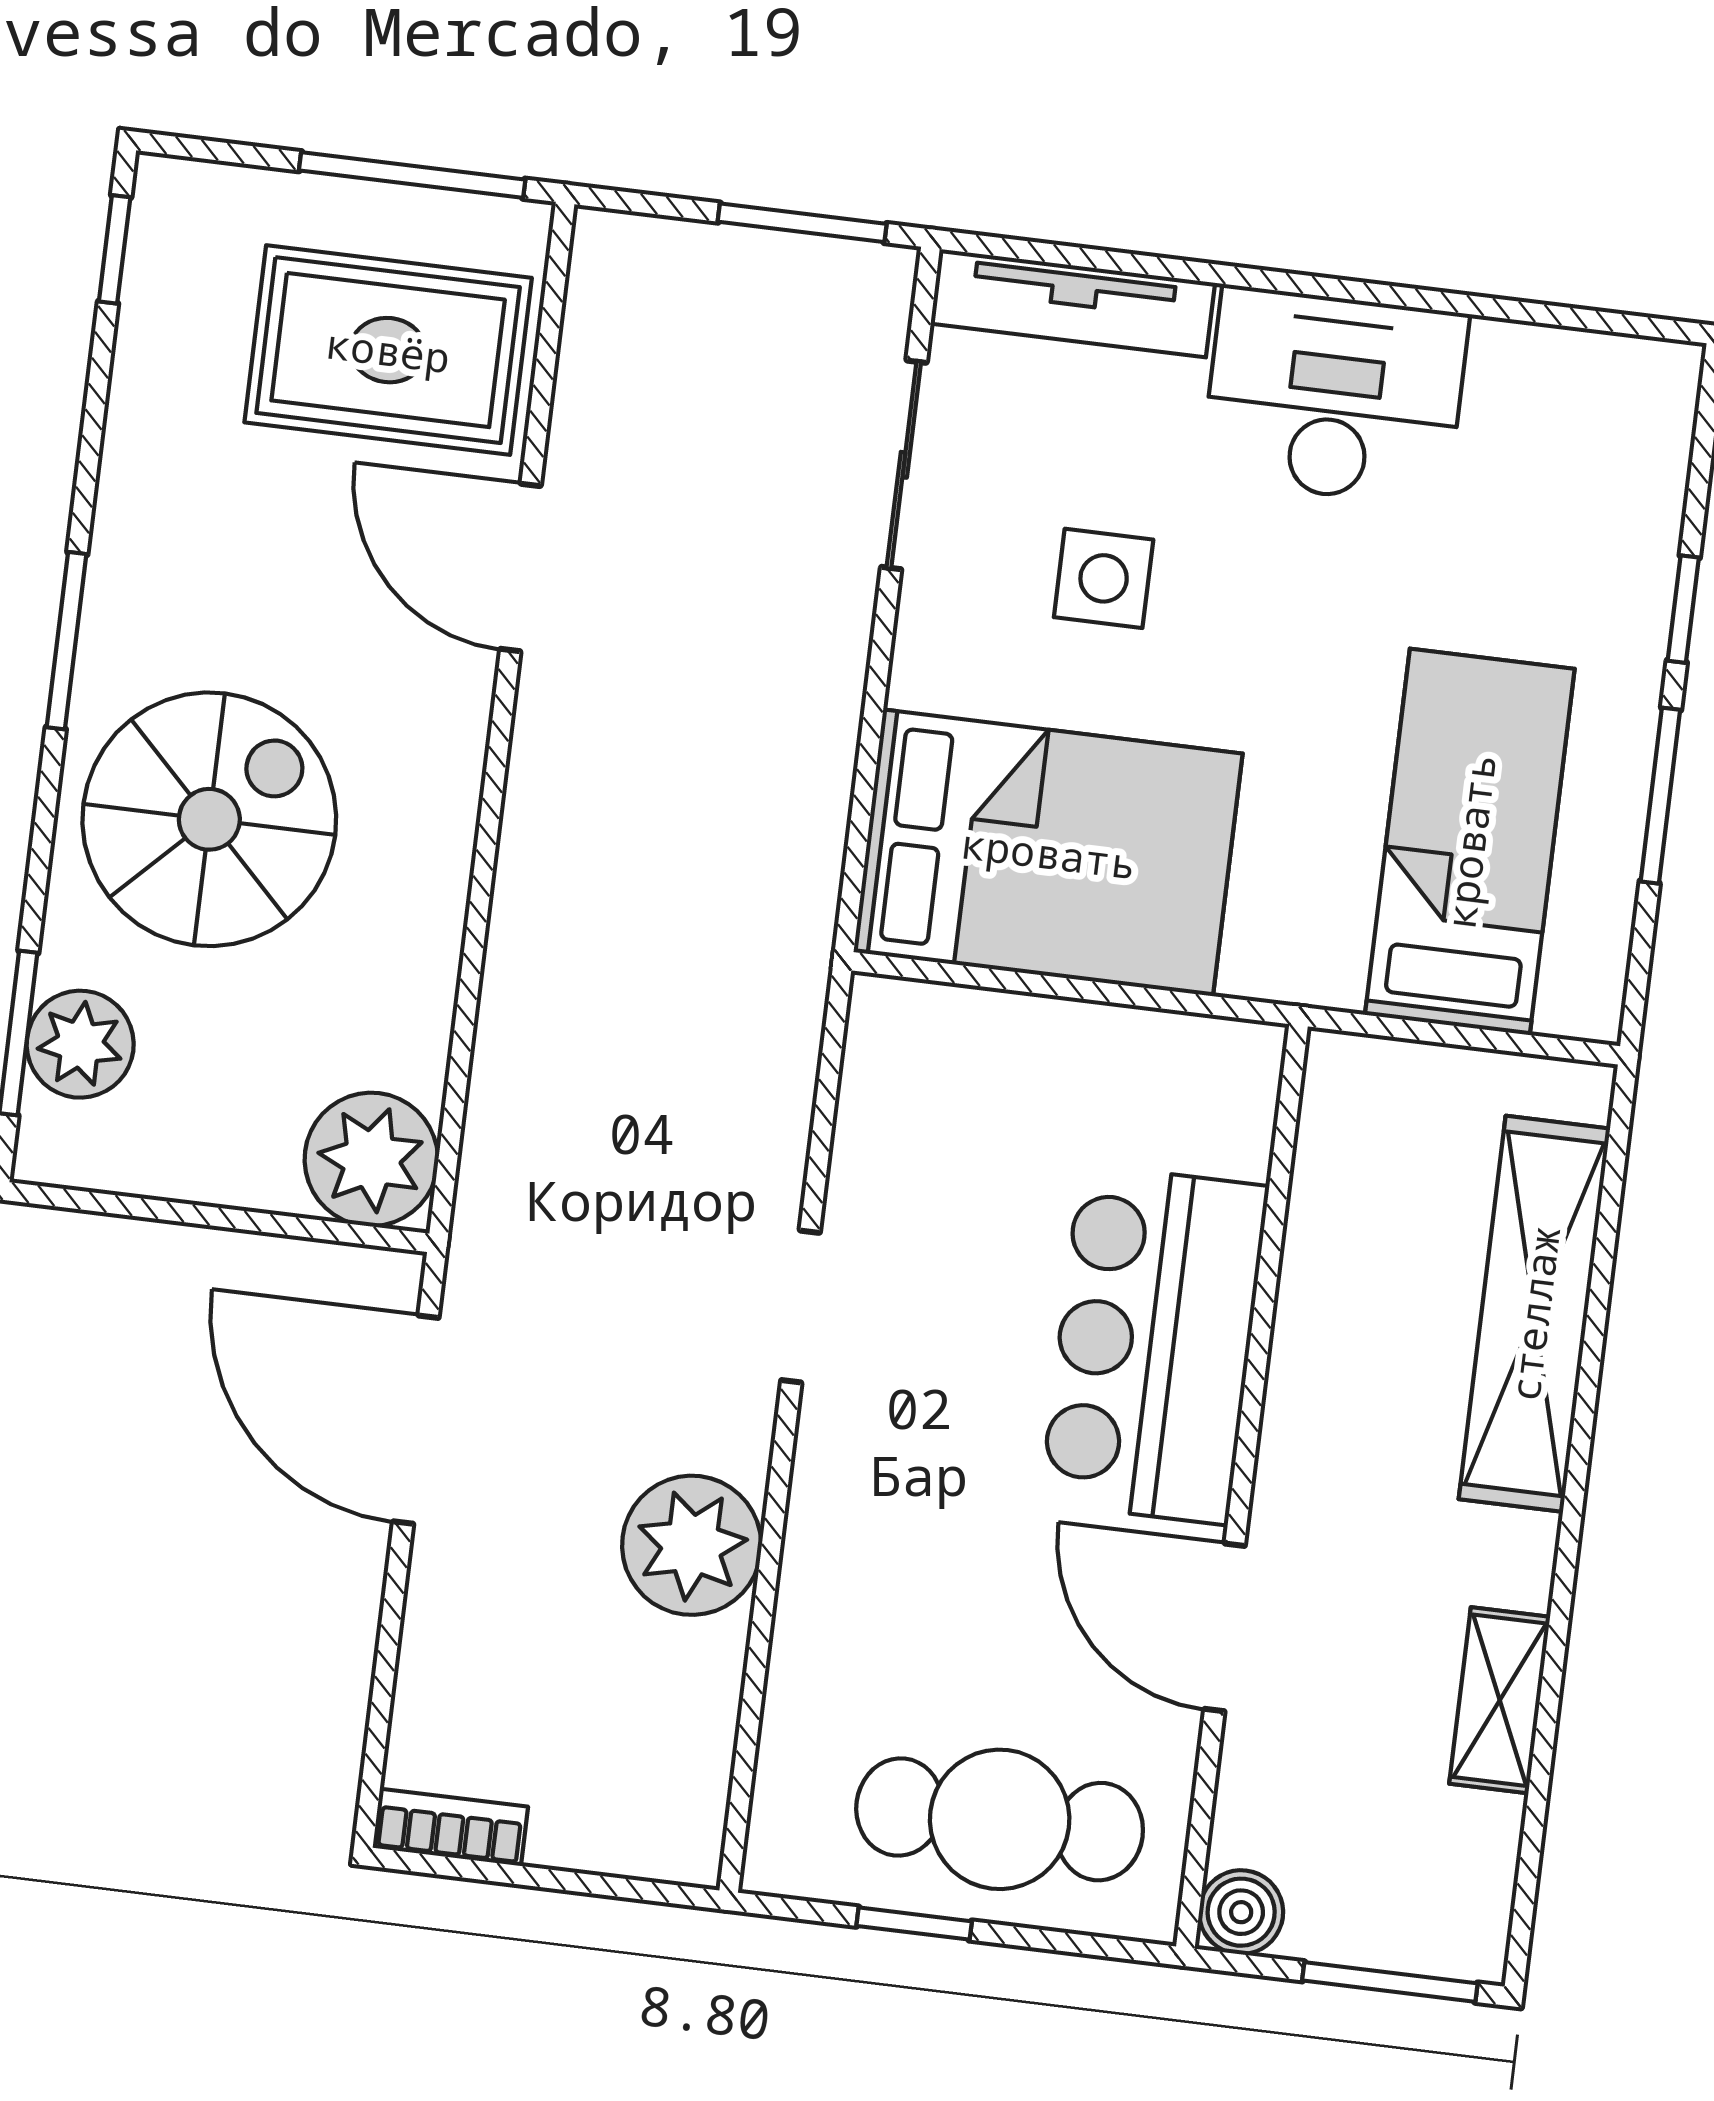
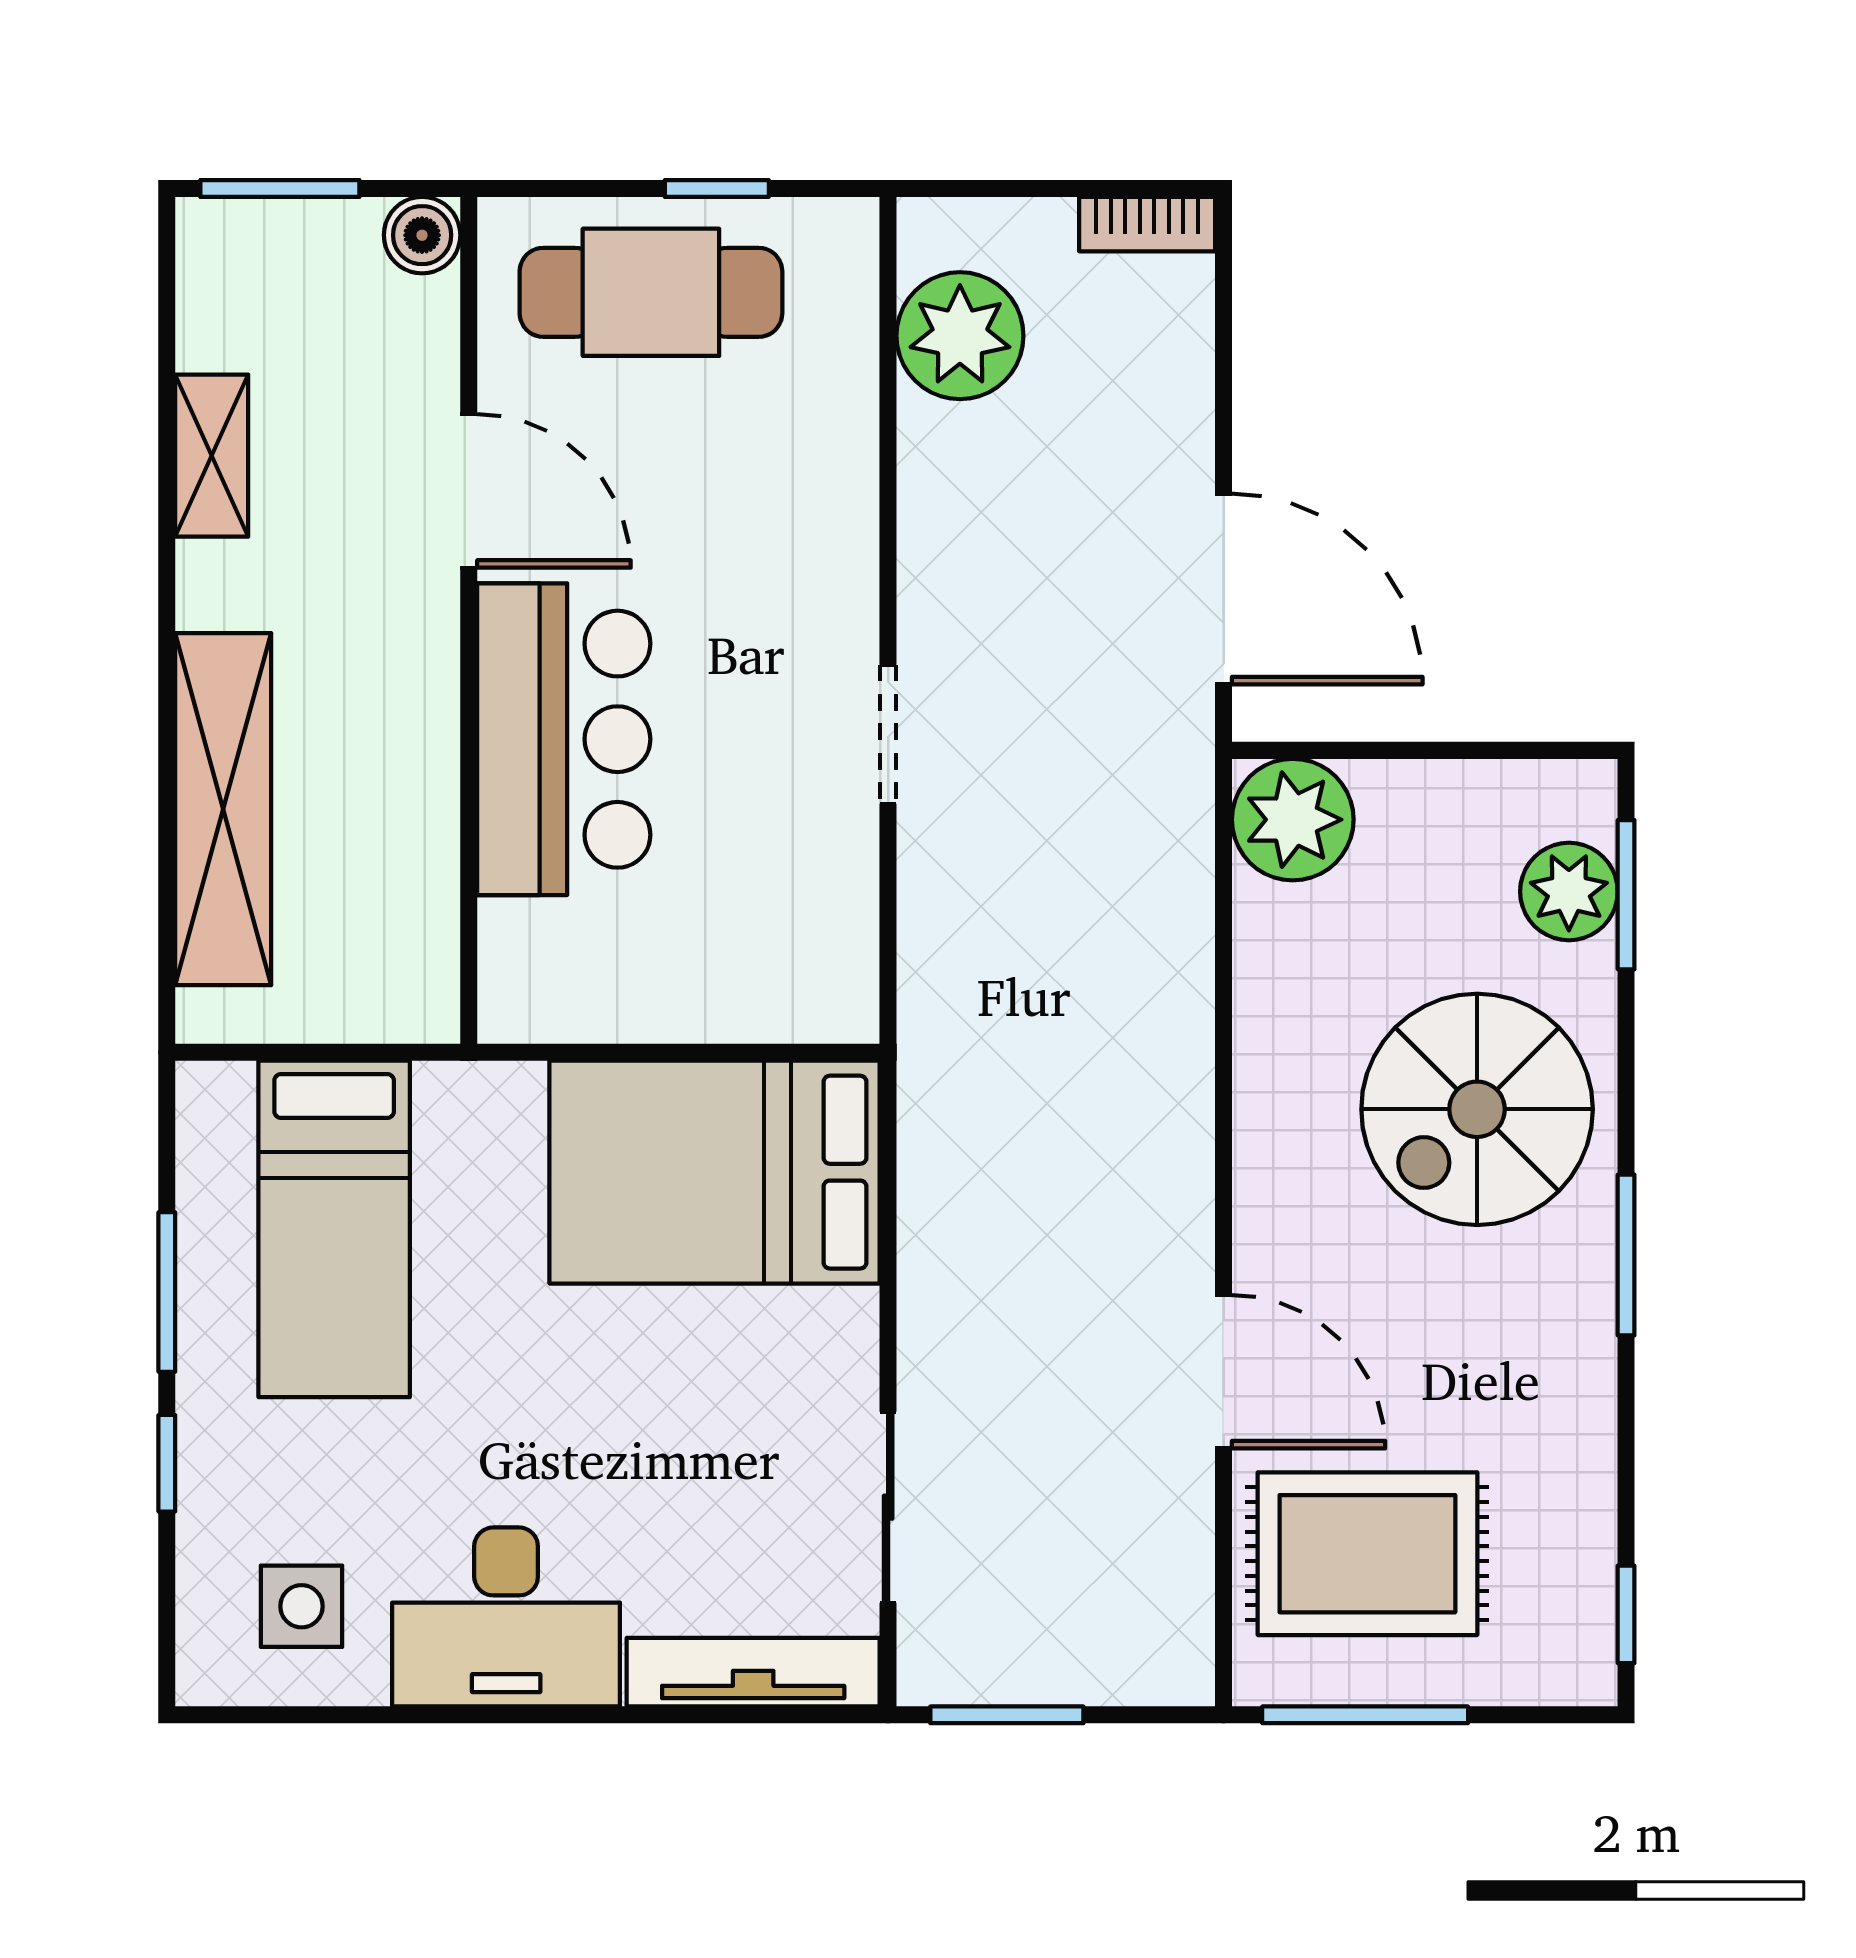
side table: (1104, 578) -> (302, 1606), moved
plant: (692, 1545) -> (960, 336), moved

